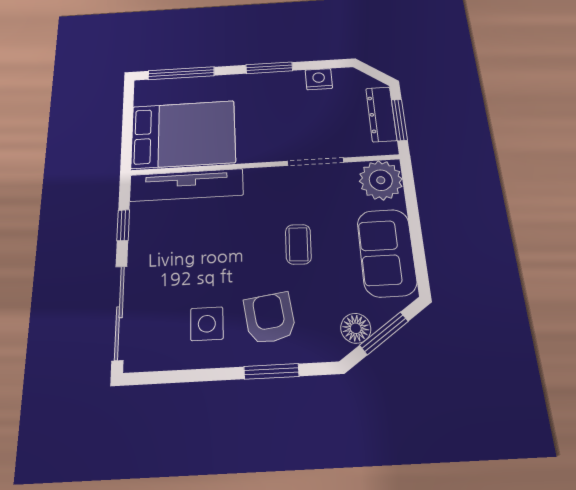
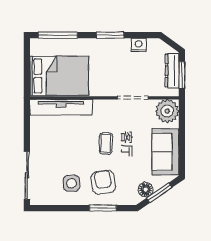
window: (123, 225) -> (27, 128), removed
coffee table: (298, 244) -> (106, 144), moved

